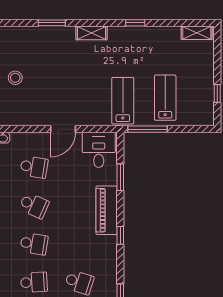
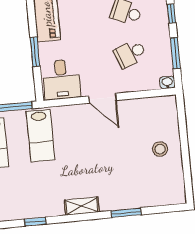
door: (63, 129) -> (103, 98), swing flipped
school desk: (34, 167) -> (130, 54), turned -30

